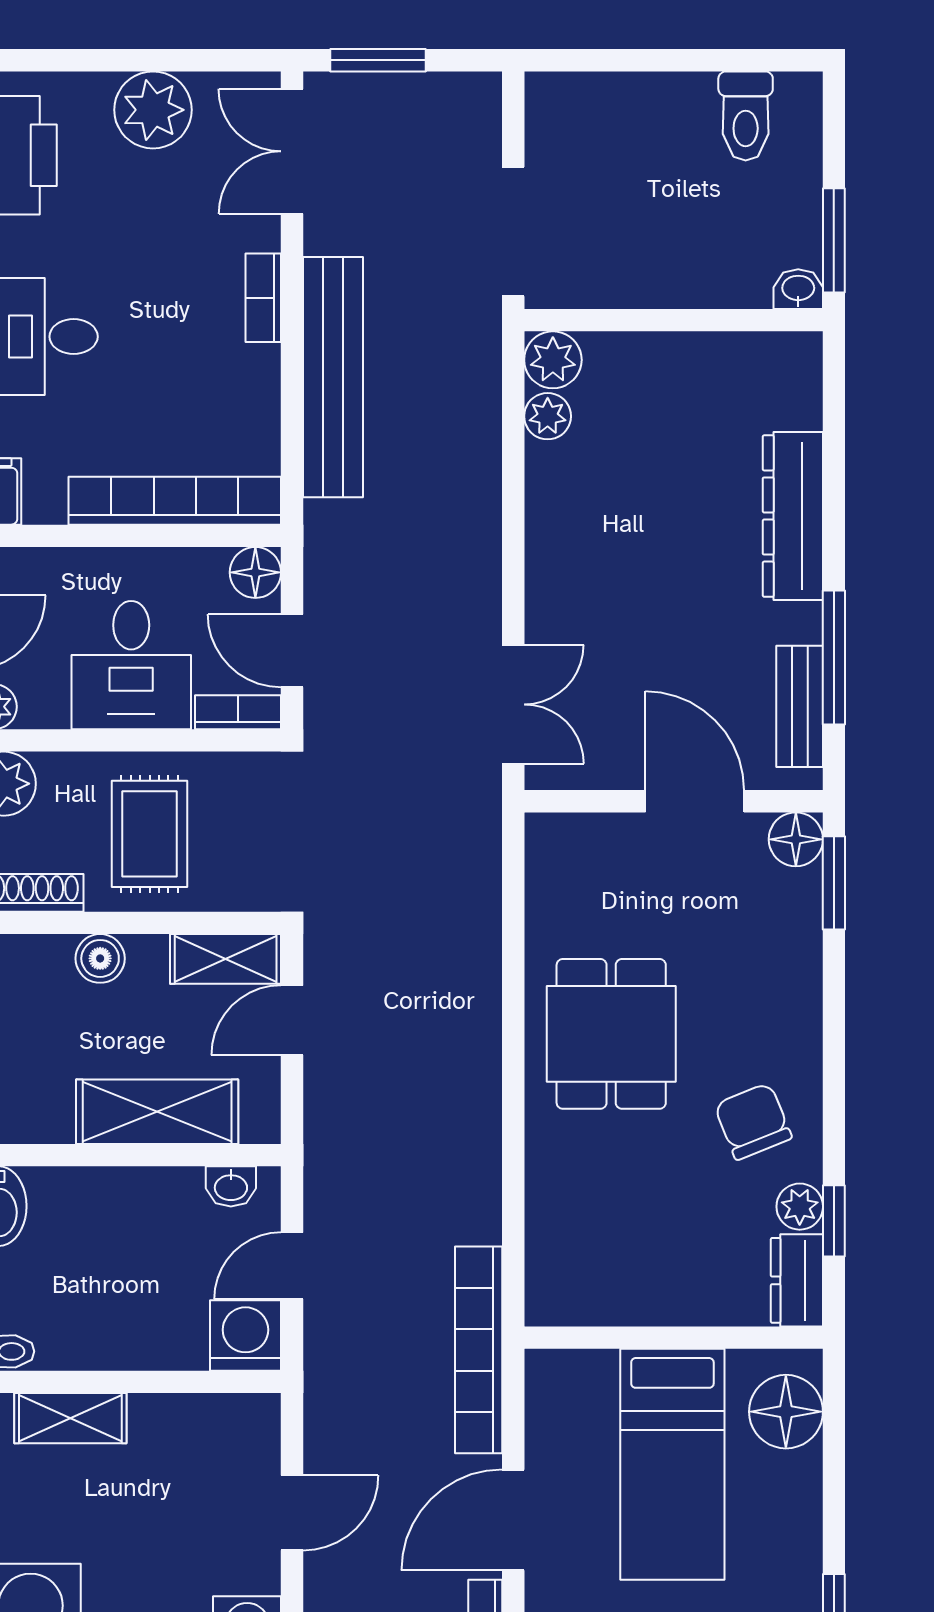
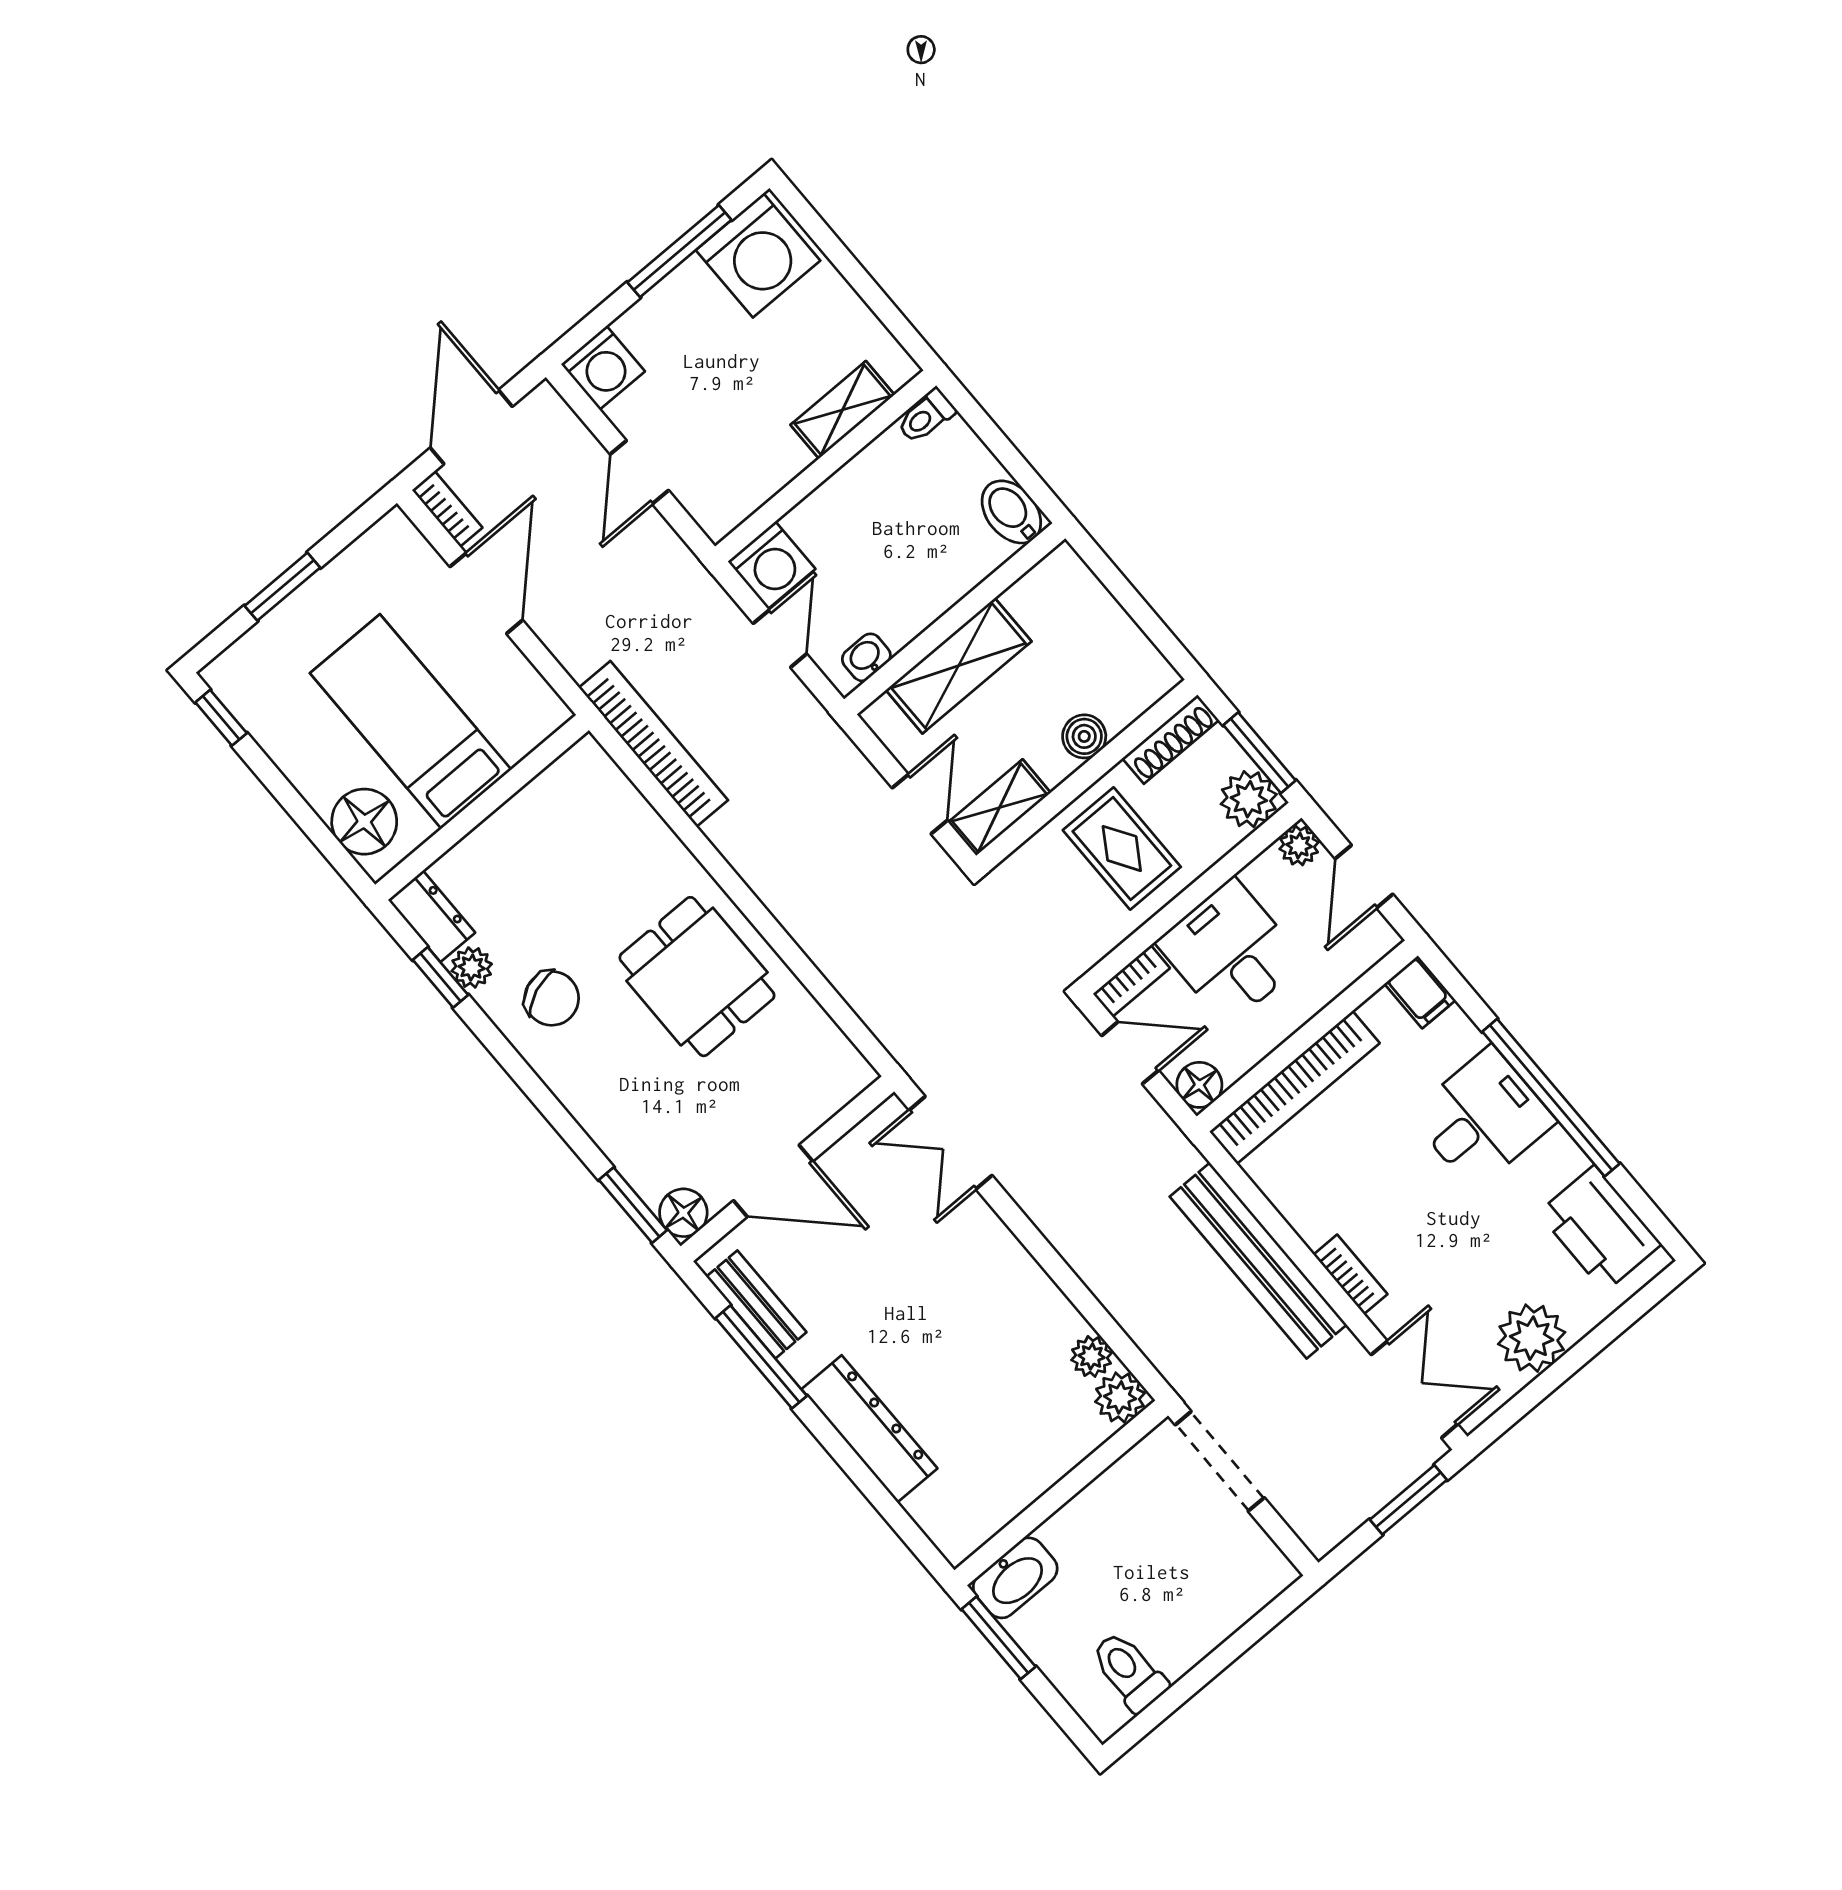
washbasin: (798, 289) -> (1015, 1578), width x1.91, depth x1.45
bookcase: (479, 1350) -> (653, 744), moved

